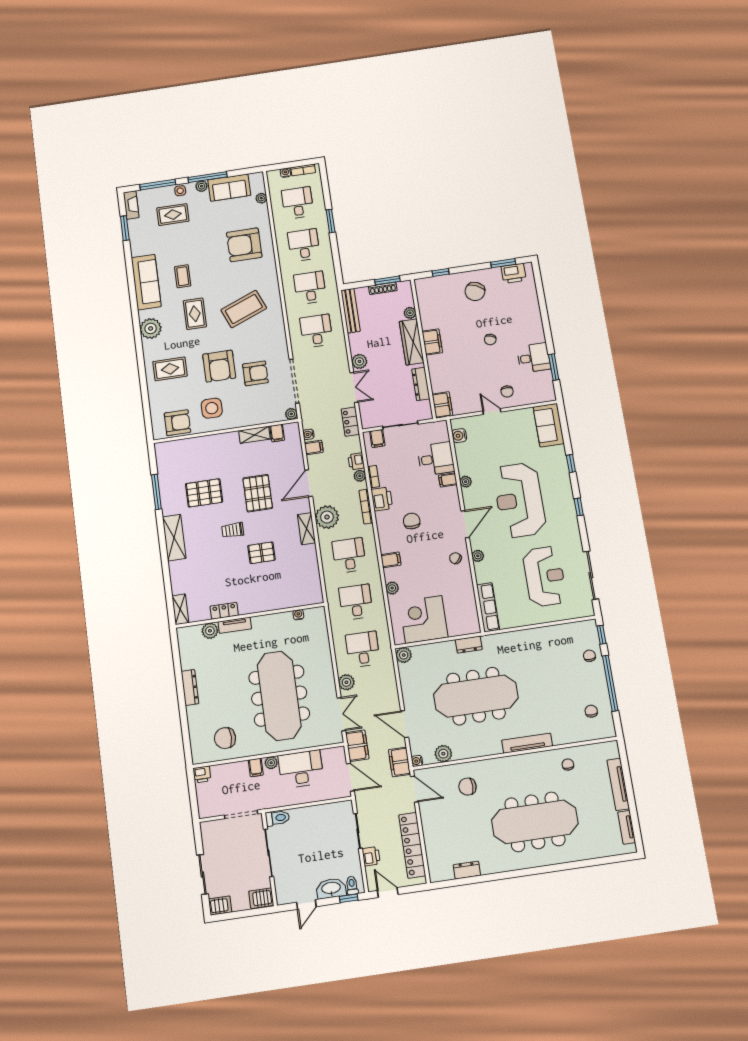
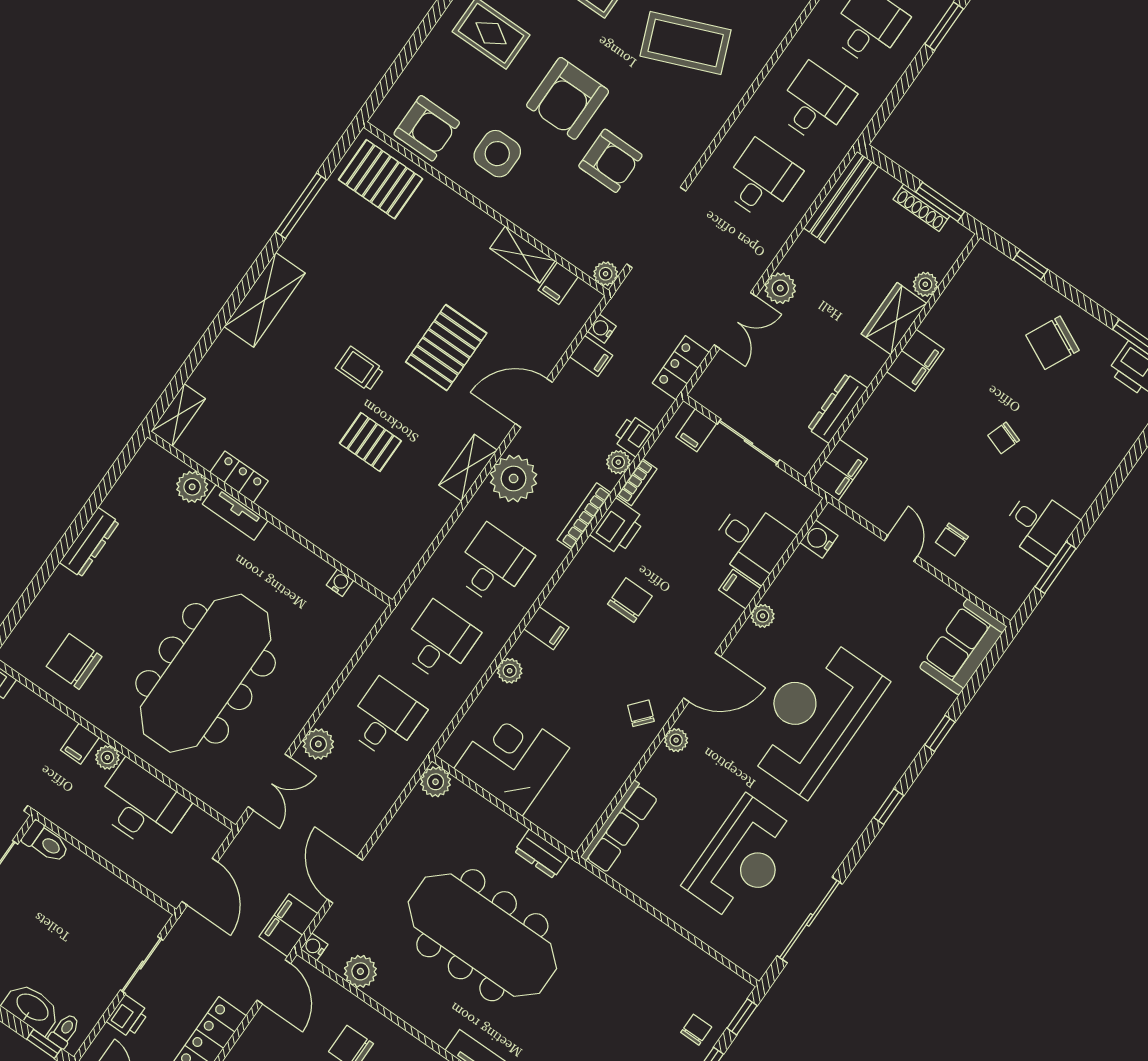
wardrobe: (412, 342) -> (894, 319), width x0.67
pallet: (204, 493) -> (381, 179), moved
filing cabinet: (357, 746) -> (250, 847), removed

